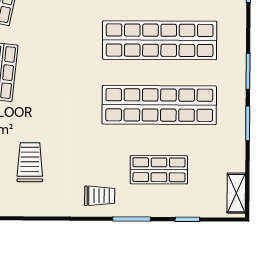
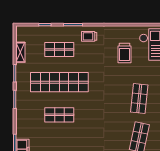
shop shelf: (160, 40) -> (59, 115), width x0.50, depth x0.74
shelving: (236, 193) -> (20, 52), moved

